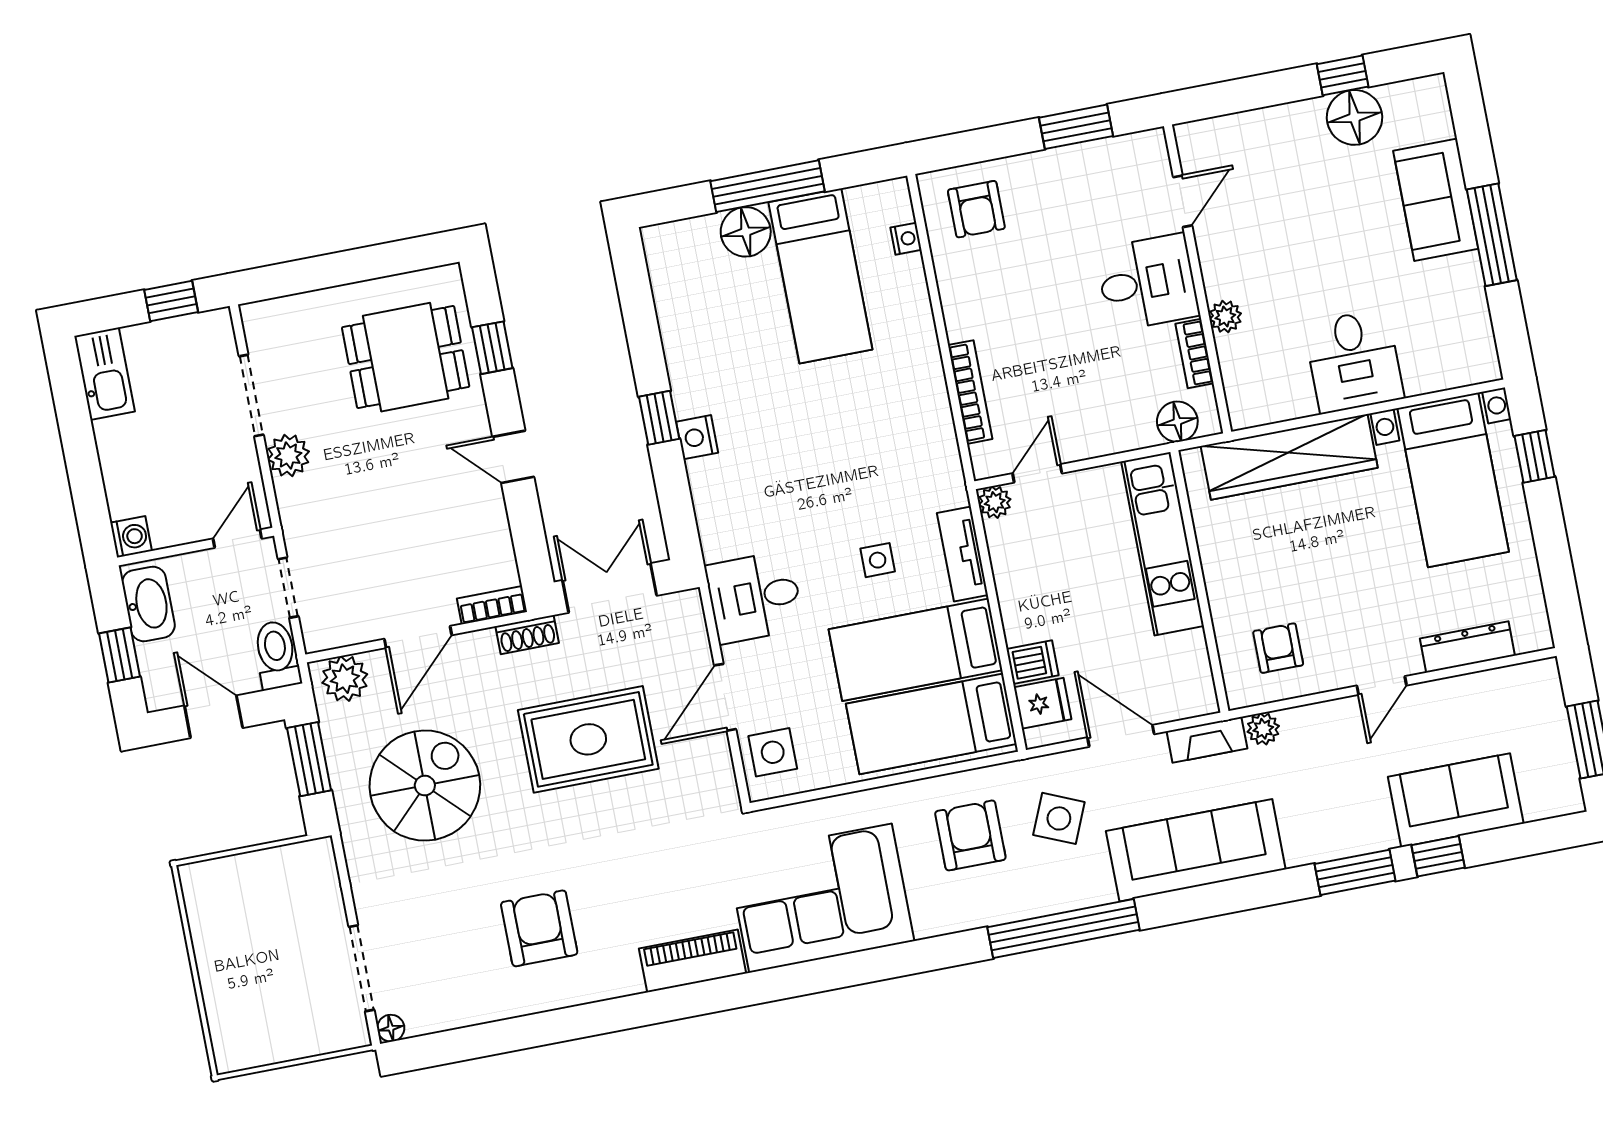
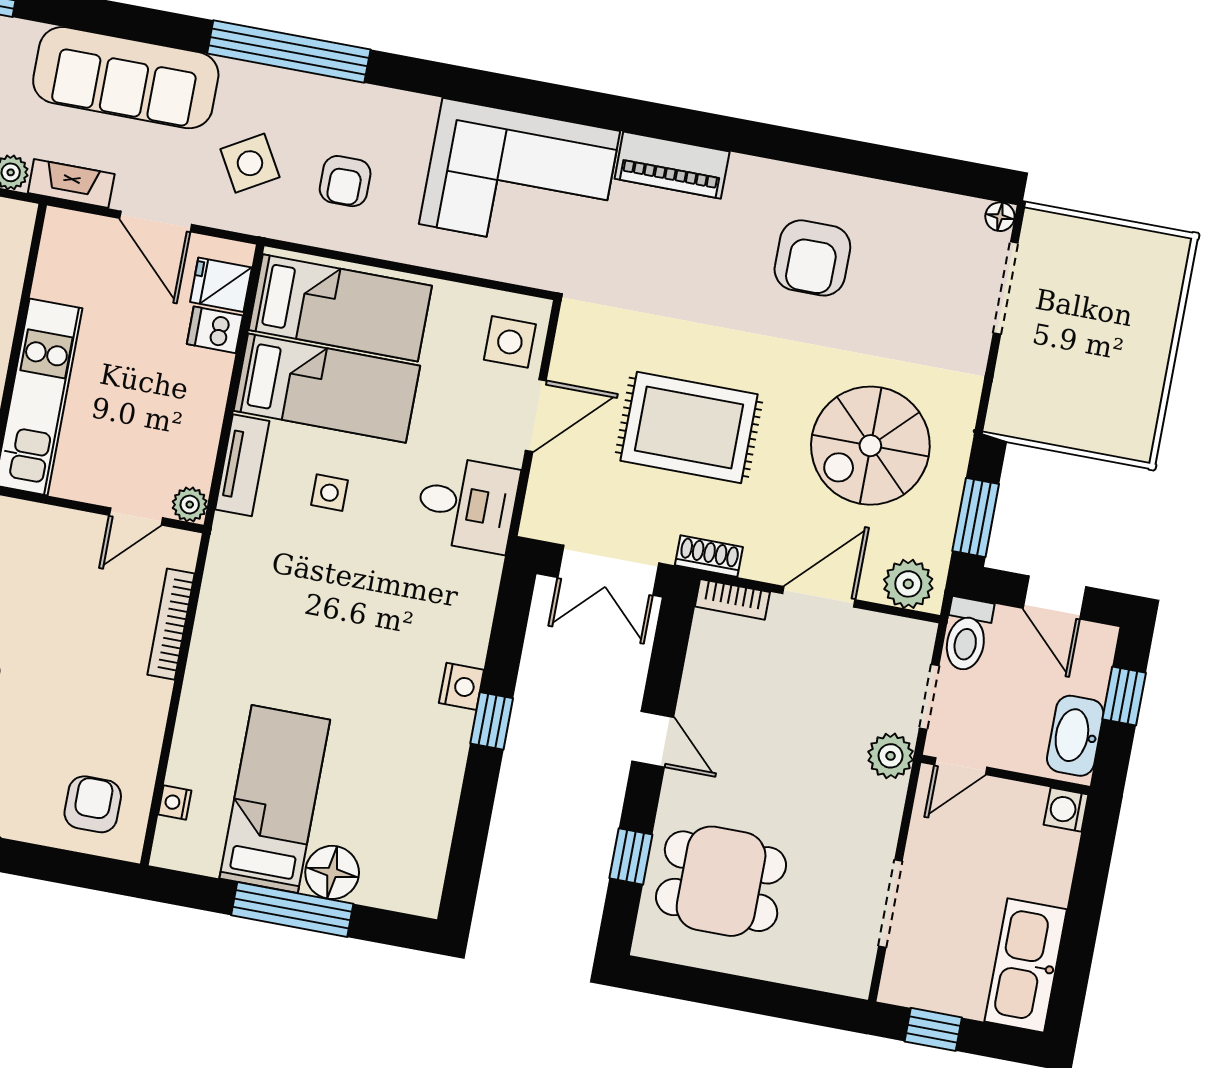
kitchen sink: (105, 374) -> (1026, 965), width x1.36, depth x1.24
plant: (288, 455) -> (891, 756), moved
side table: (1059, 818) -> (250, 163), turned 37
armchair: (970, 835) -> (345, 181), width x0.72, depth x0.72

